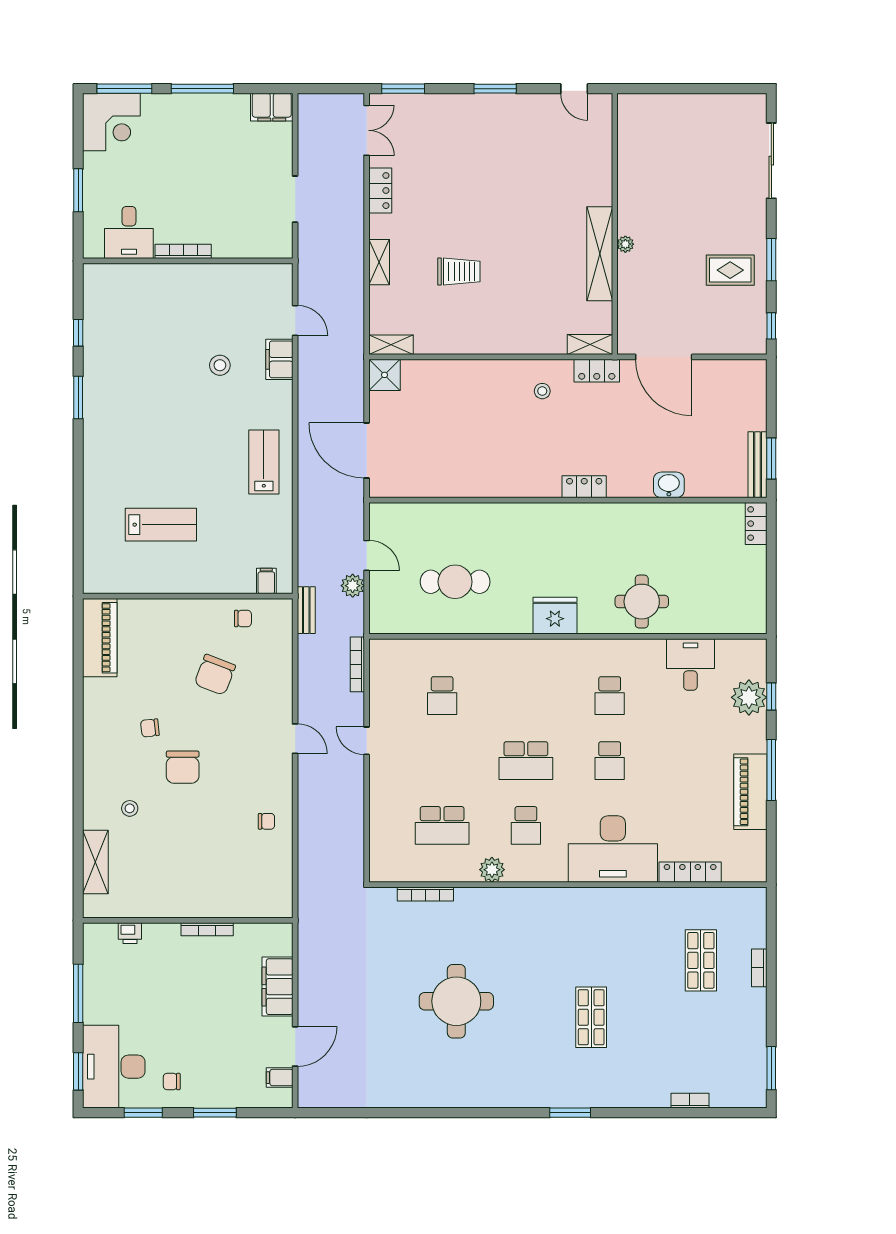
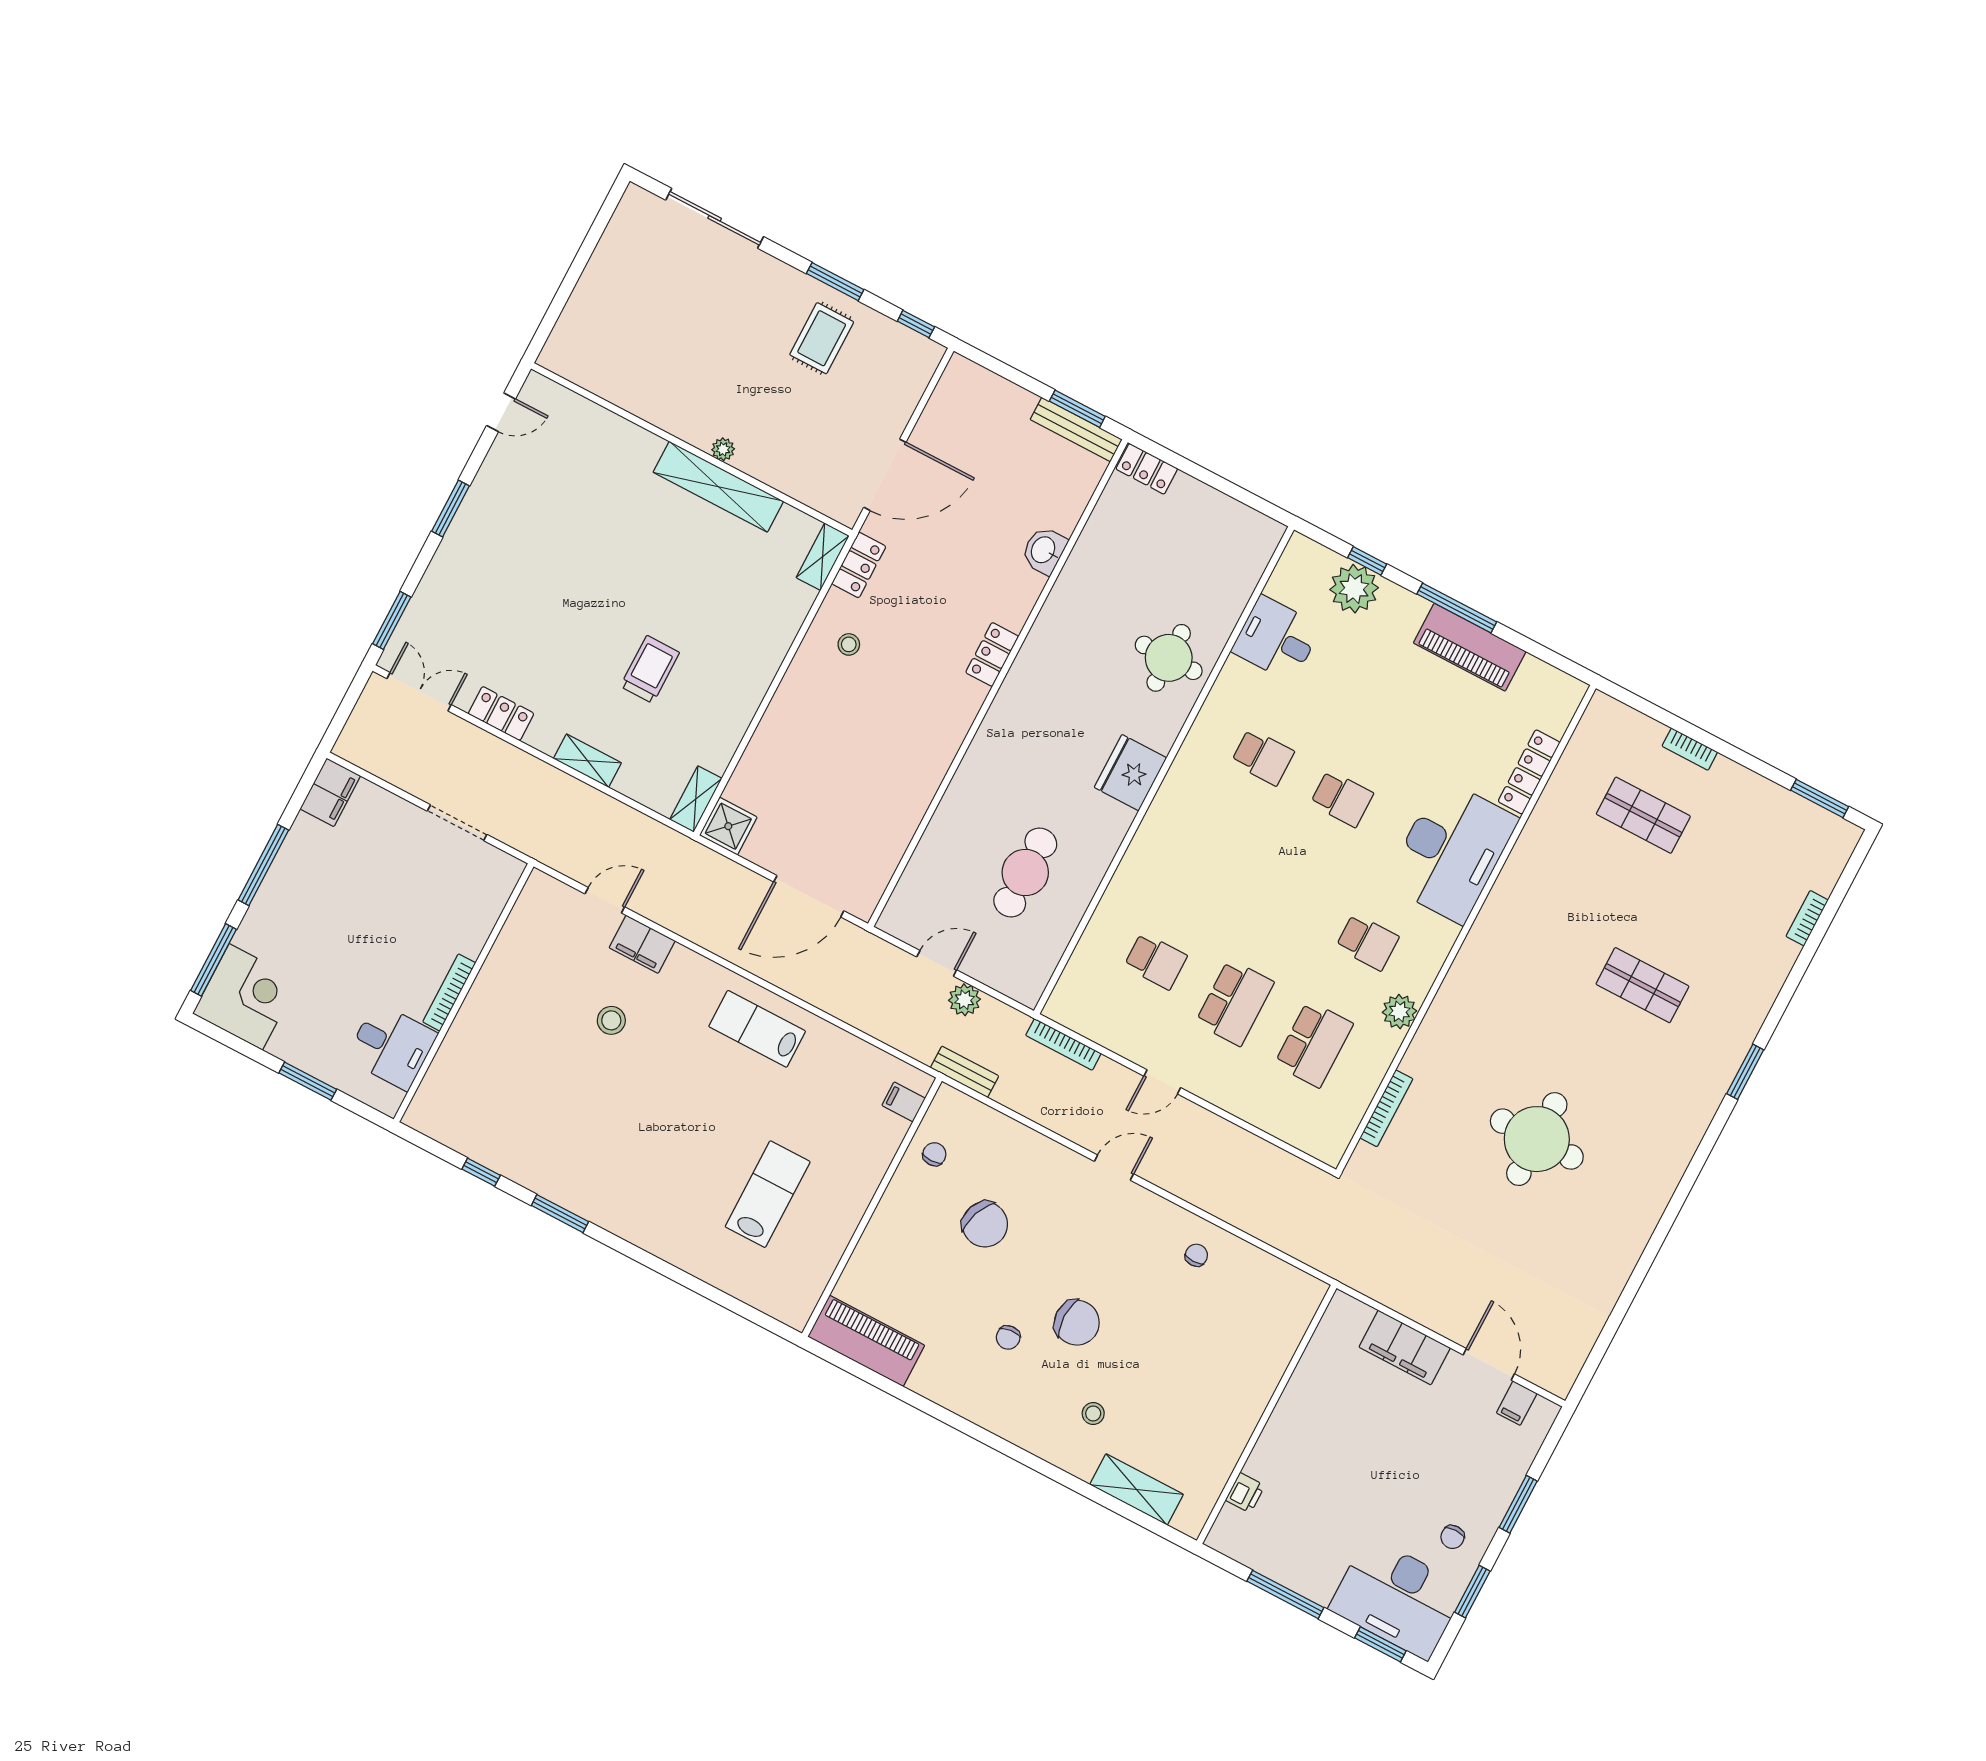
school desk: (526, 761) -> (1235, 1003), moved
bookcase: (207, 929) -> (1290, 1397), removed

